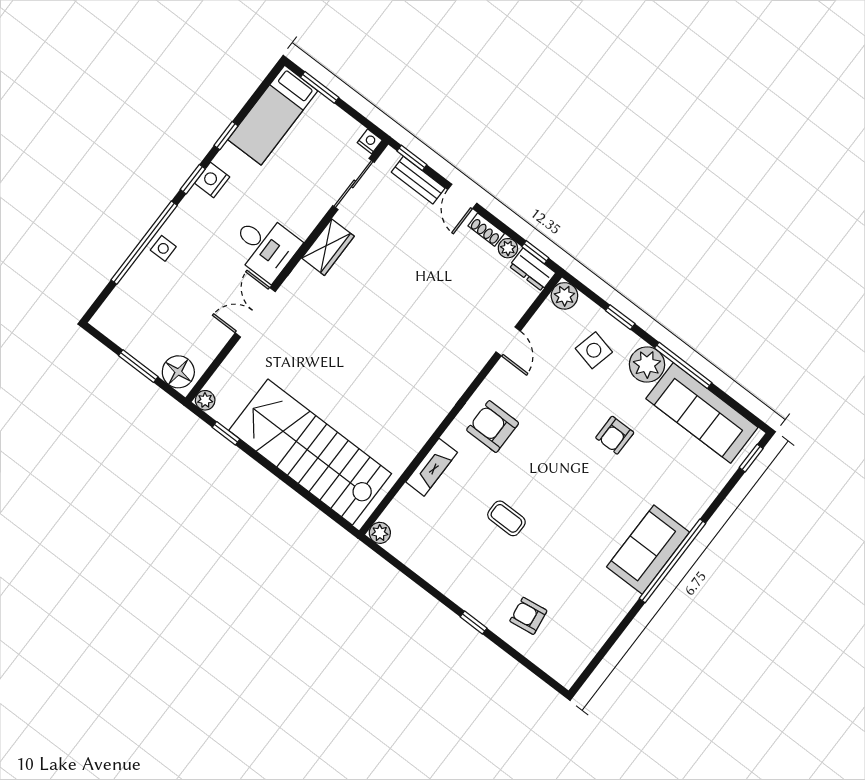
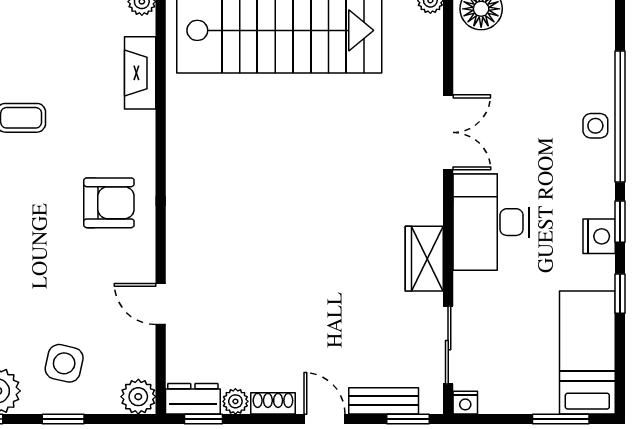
desk: (265, 246) -> (491, 222), width x1.37
fireplace: (432, 467) -> (140, 73), moved

